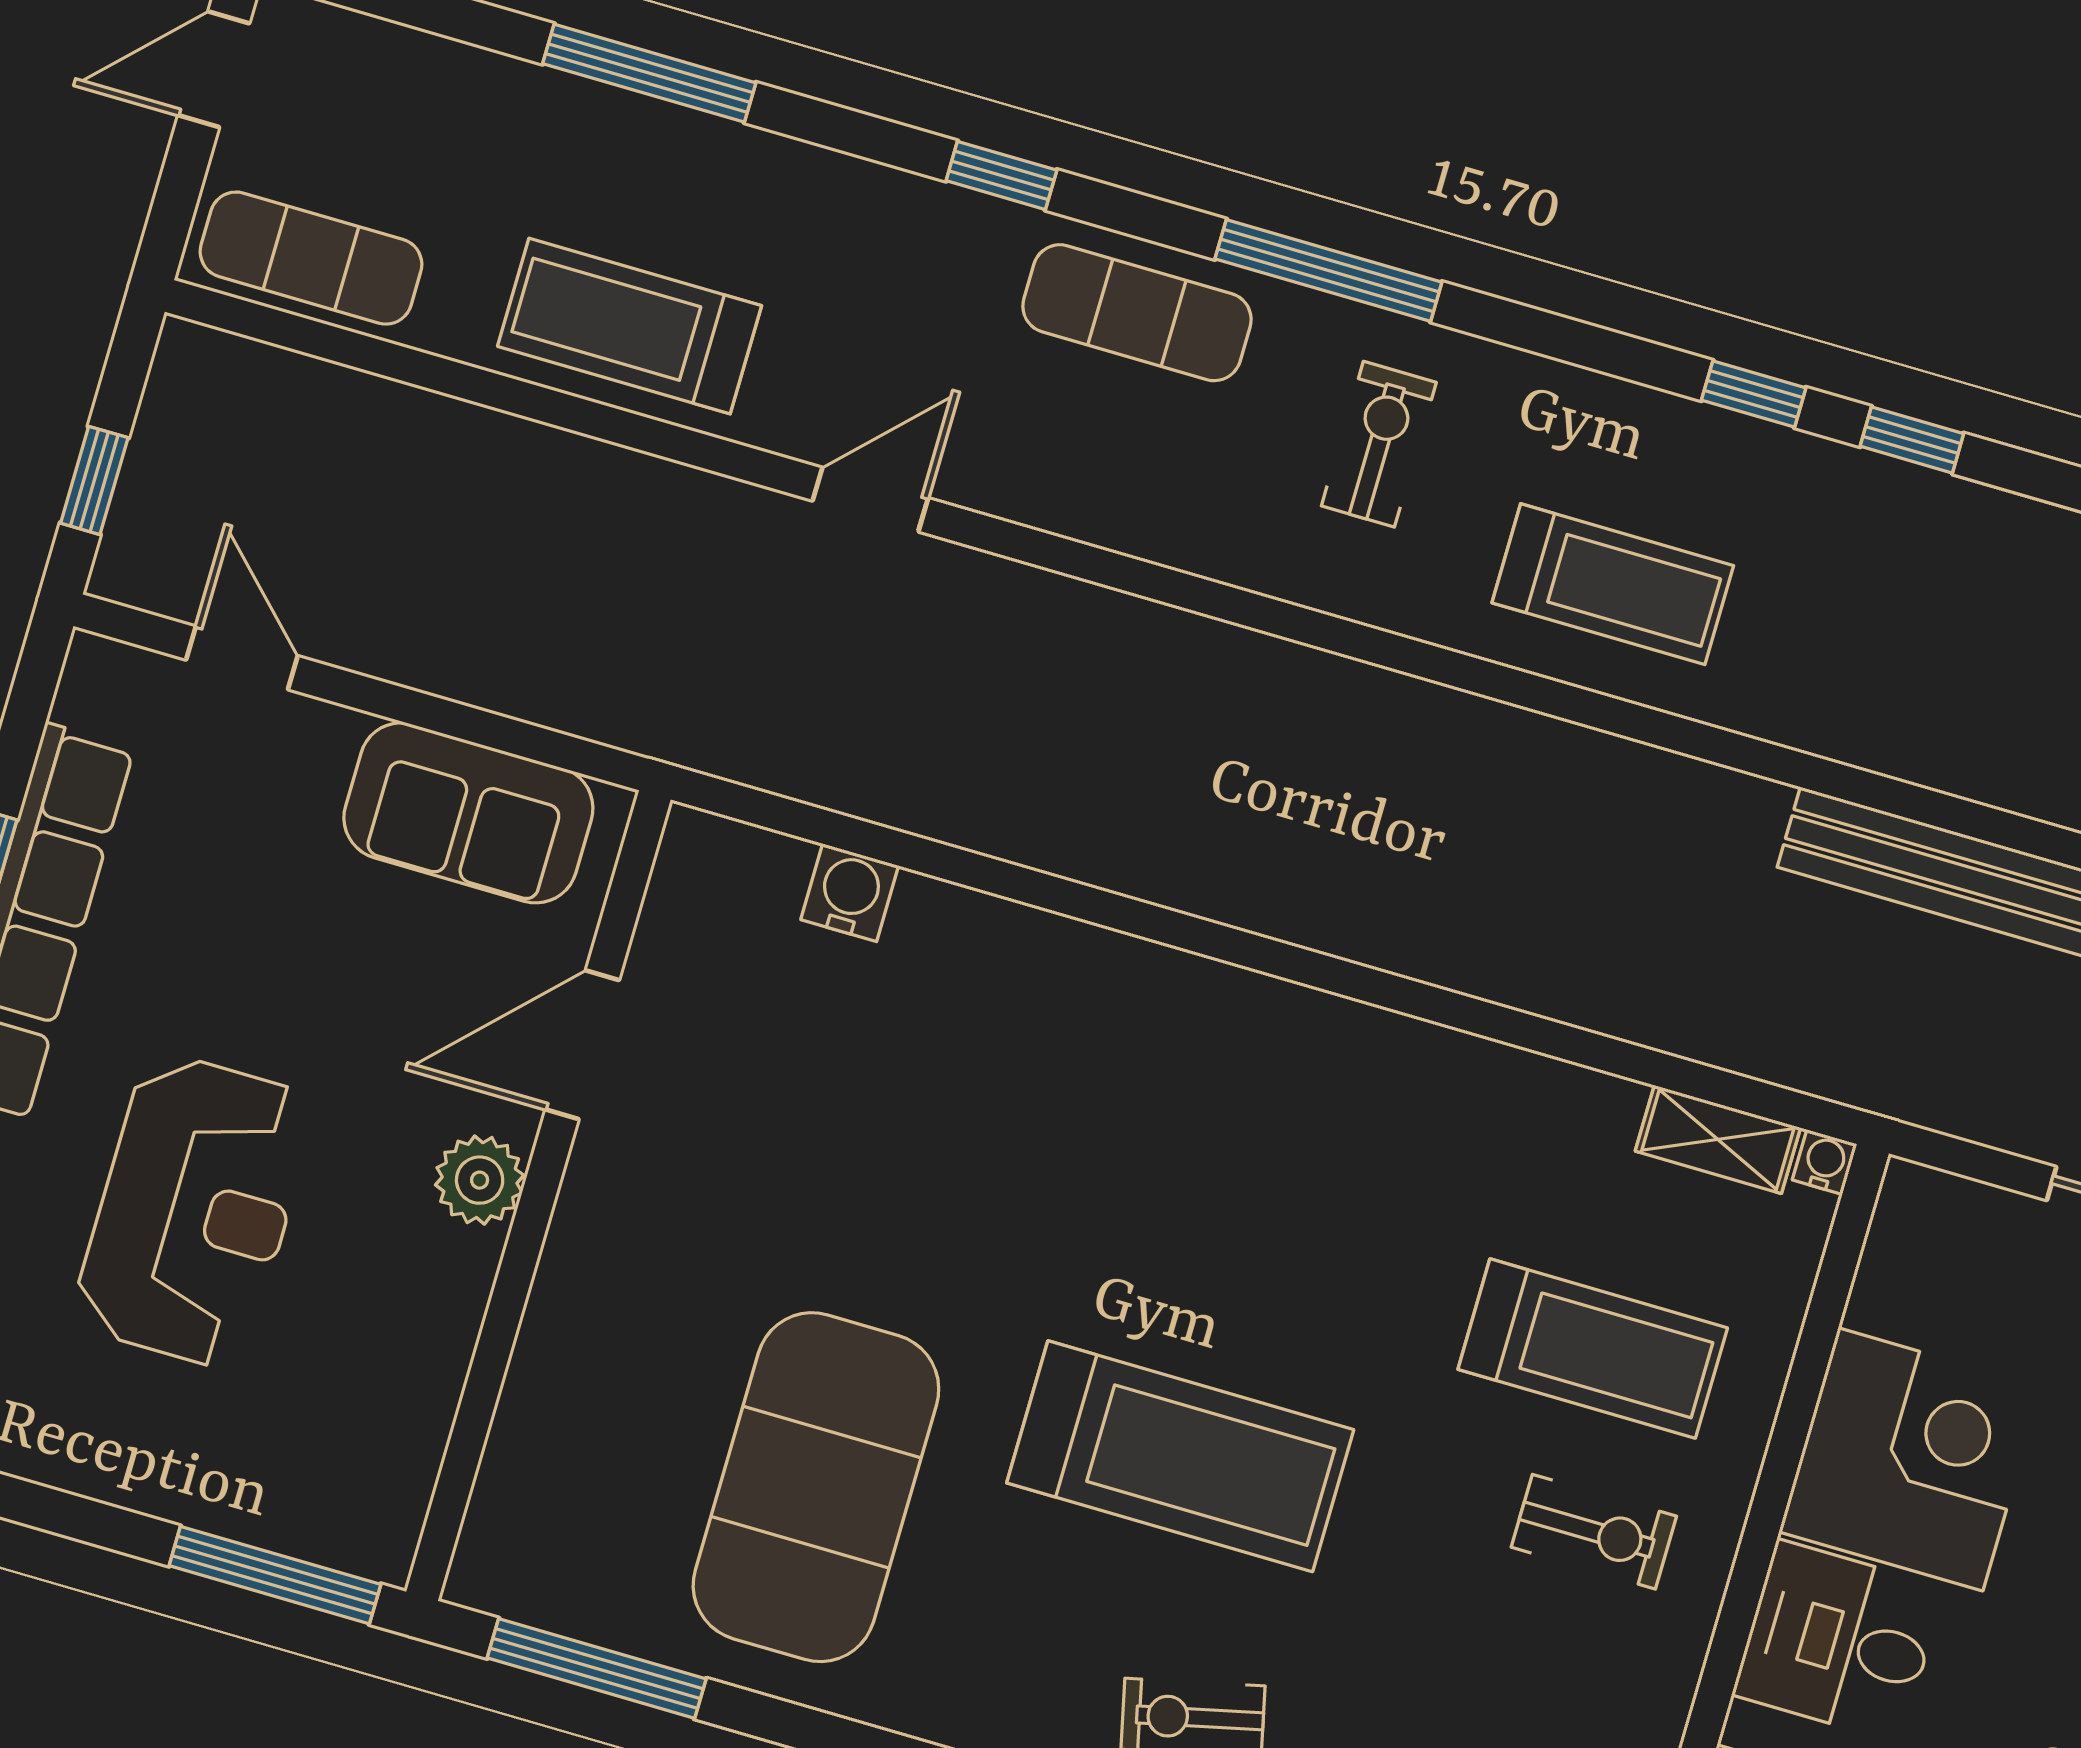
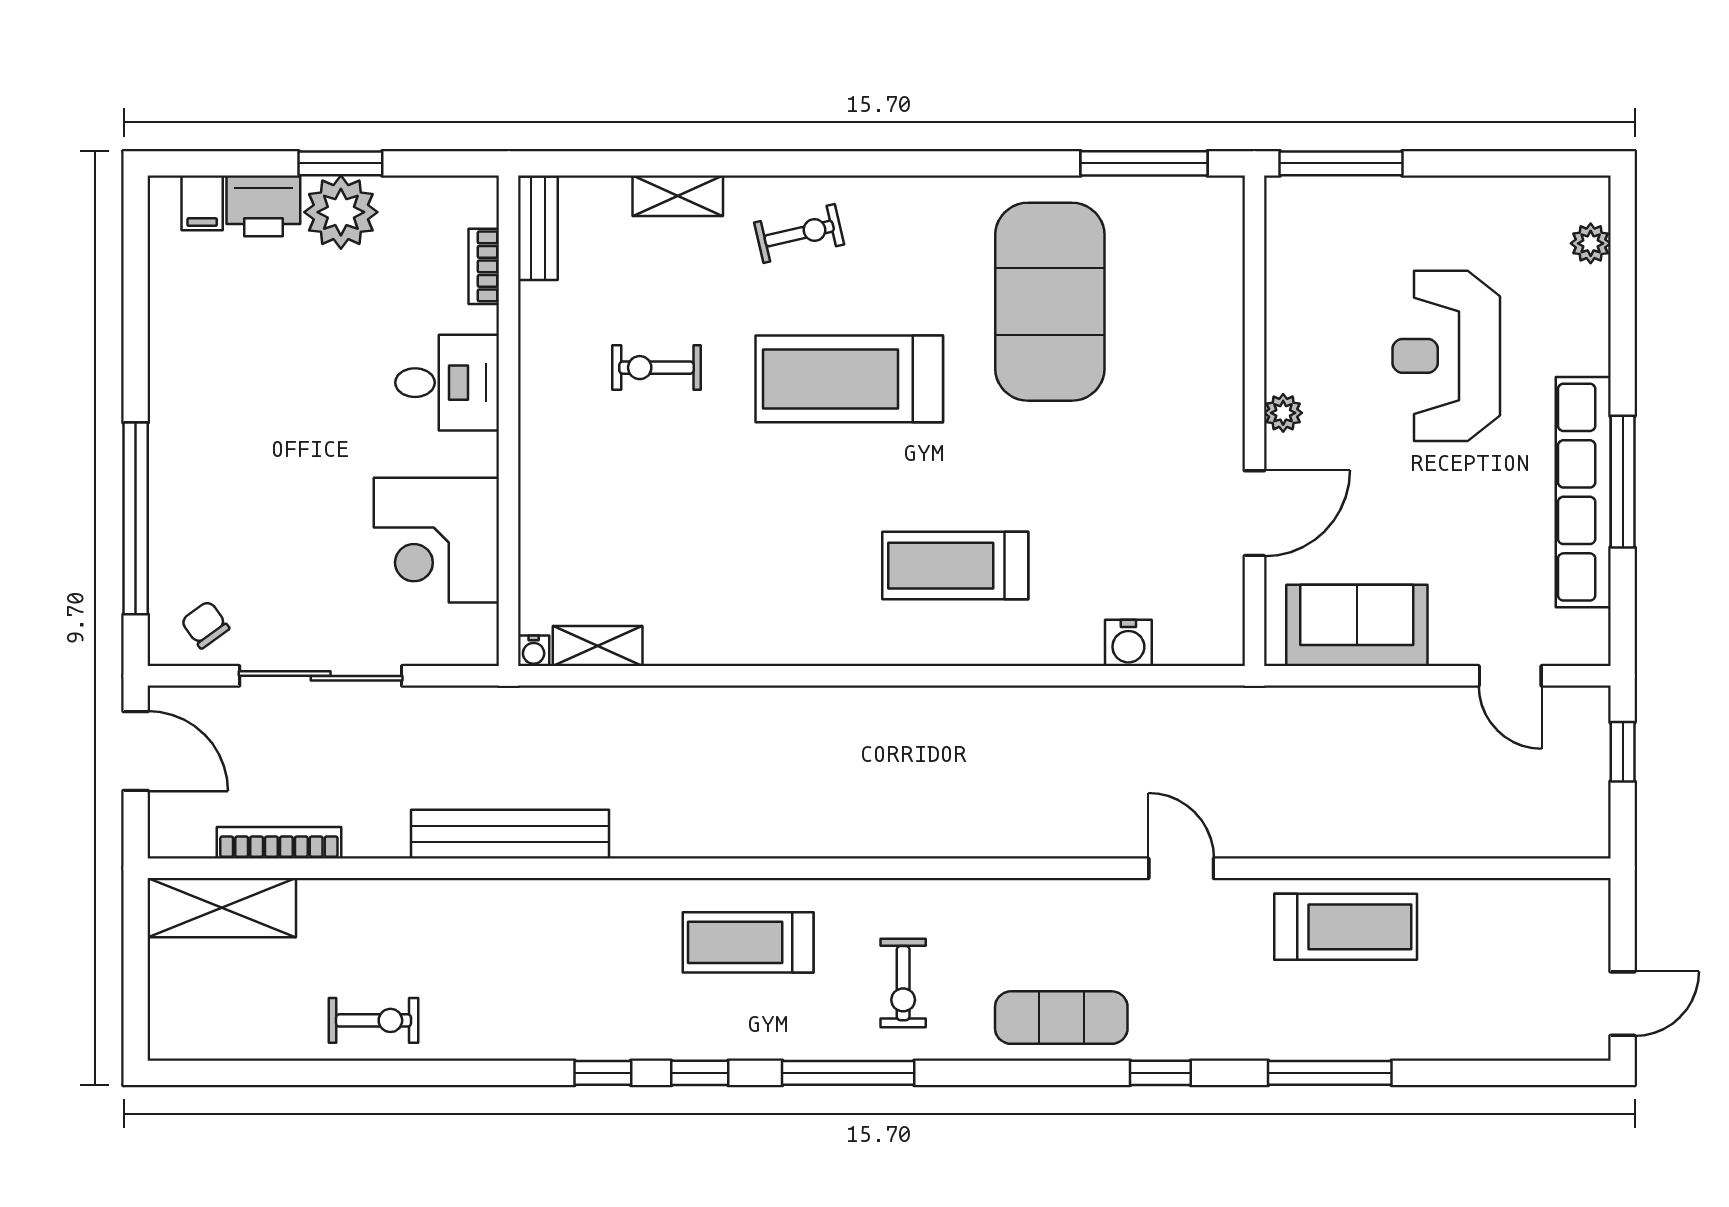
window: (649, 73) -> (1330, 1073), moved
exercise mat: (311, 258) -> (1537, 913), removed
window: (1328, 270) -> (848, 1073), moved
door: (870, 500) -> (1181, 868), swing flipped
plant: (480, 1180) -> (1283, 413), width x0.73, depth x0.73
treadmill: (1593, 1349) -> (955, 566), moved
corner desk: (1910, 1459) -> (436, 540), moved
exercise bike: (1594, 1532) -> (657, 368), moved

